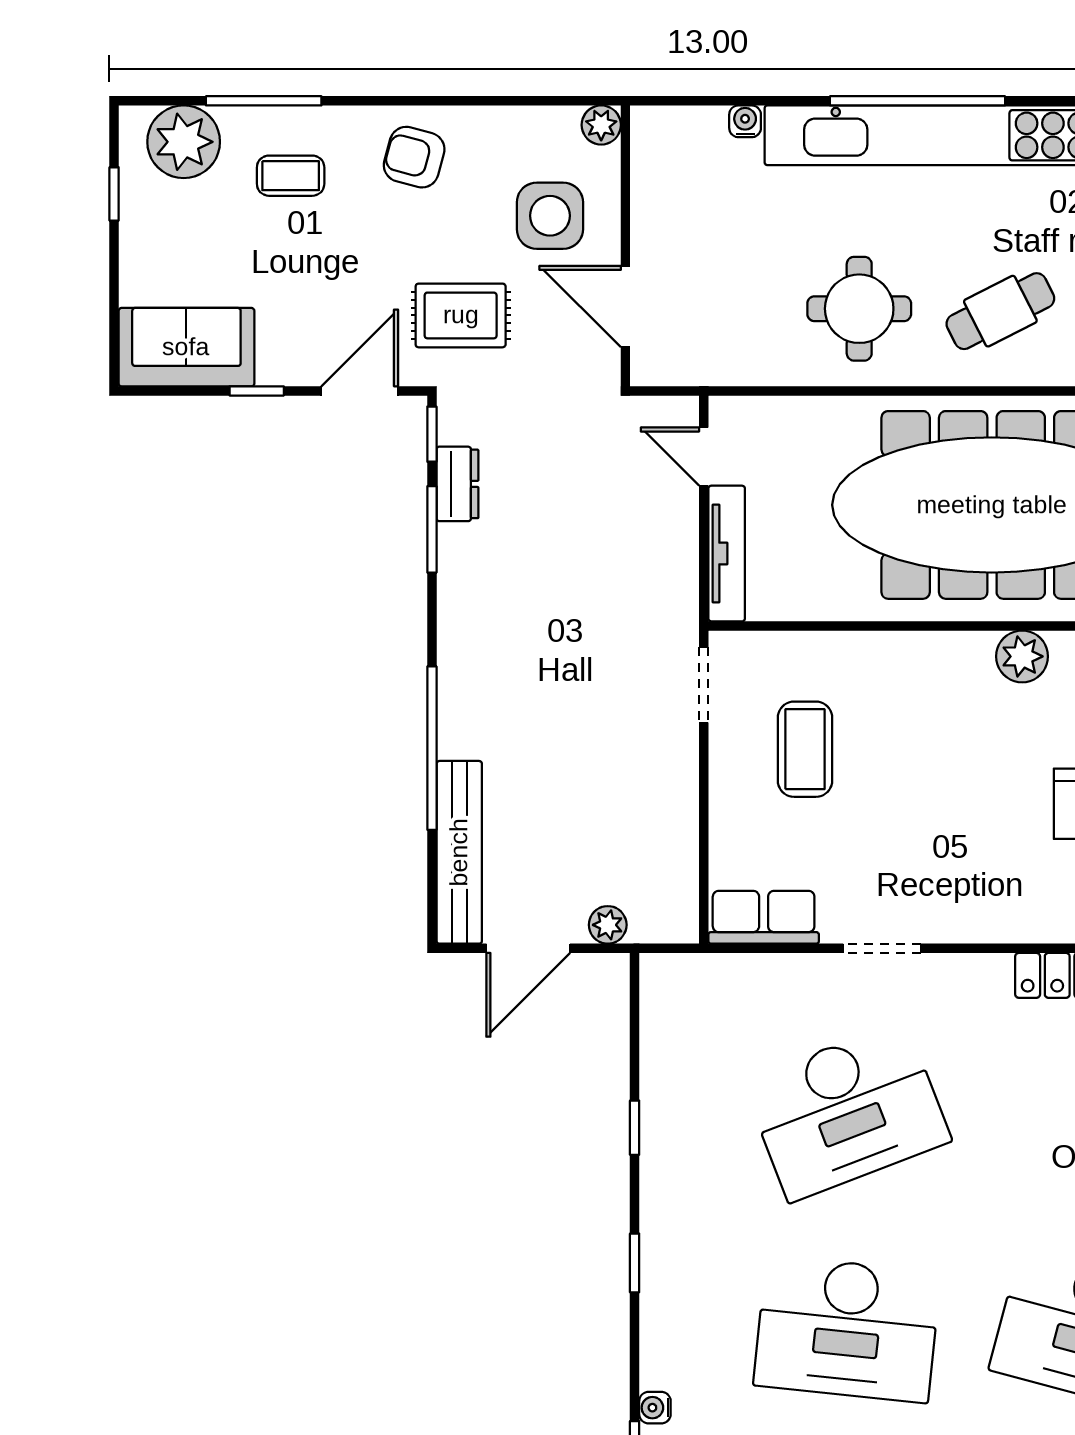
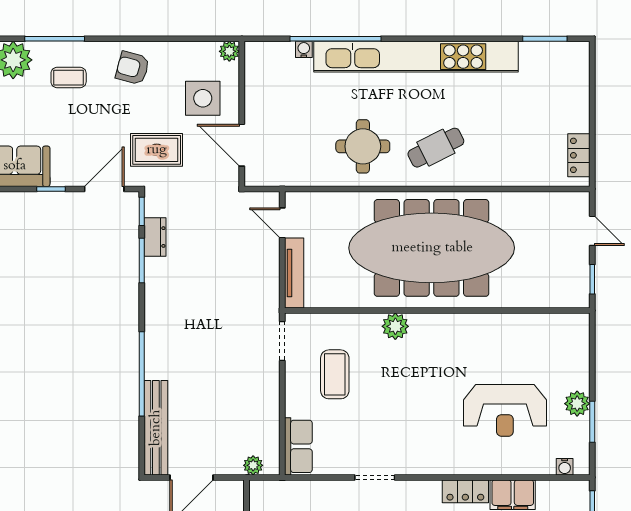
window: (918, 101) -> (336, 39), moved
plant: (1022, 656) -> (395, 326), moved
row of seats: (764, 917) -> (298, 446), moved, turned 90
plant: (608, 925) -> (253, 465), moved

